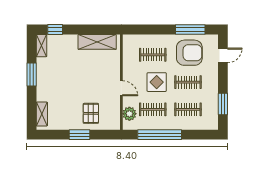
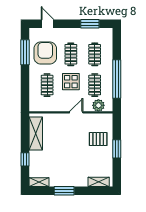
window: (55, 30) -> (25, 159), moved

